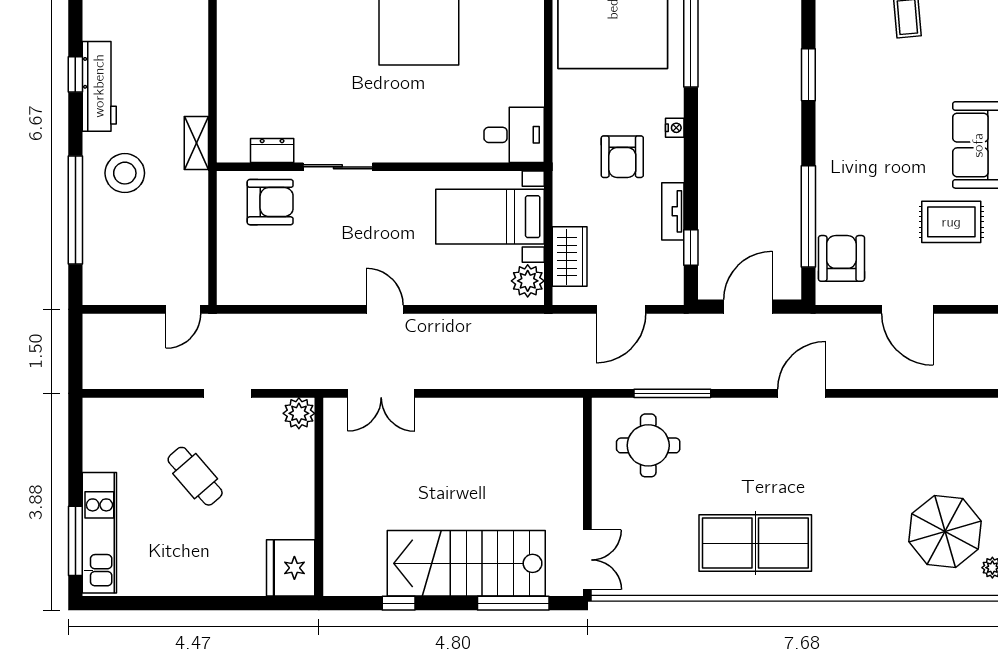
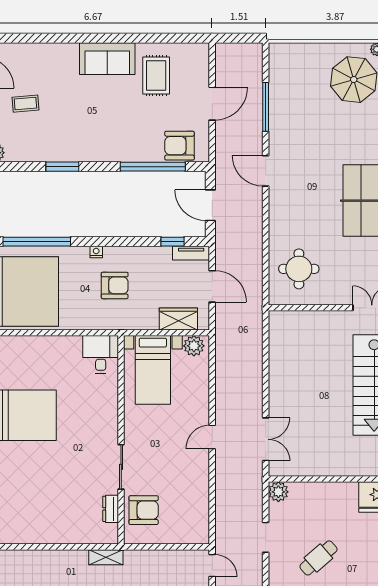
armchair: (270, 202) -> (144, 510), turned 90
tv unit: (673, 211) -> (191, 253), moved
window: (672, 393) -> (266, 107), moved

